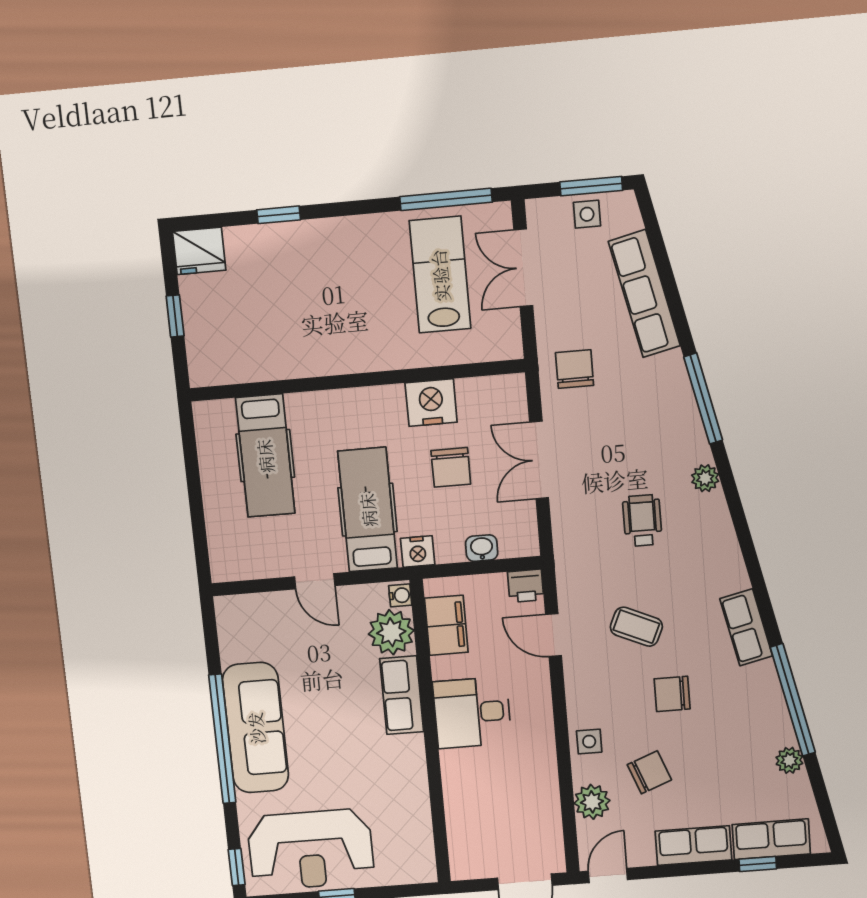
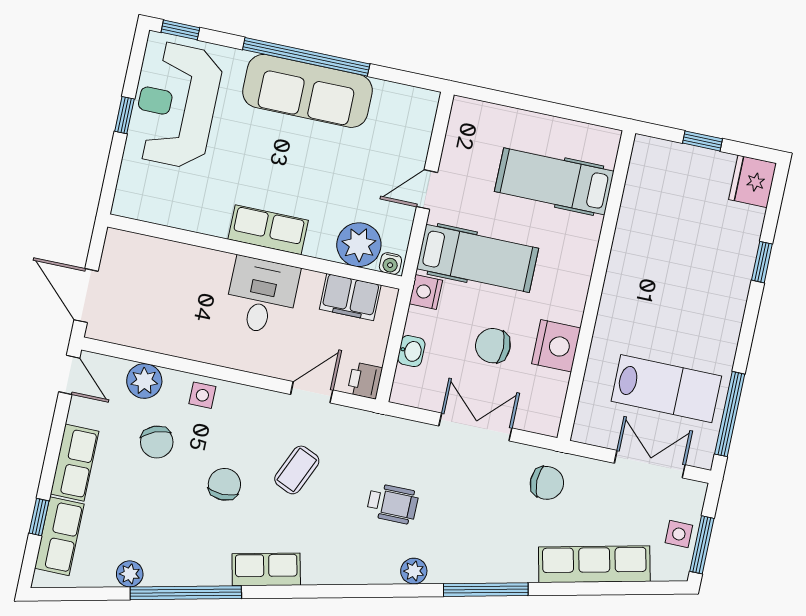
row of seats: (402, 695) -> (268, 230), moved

